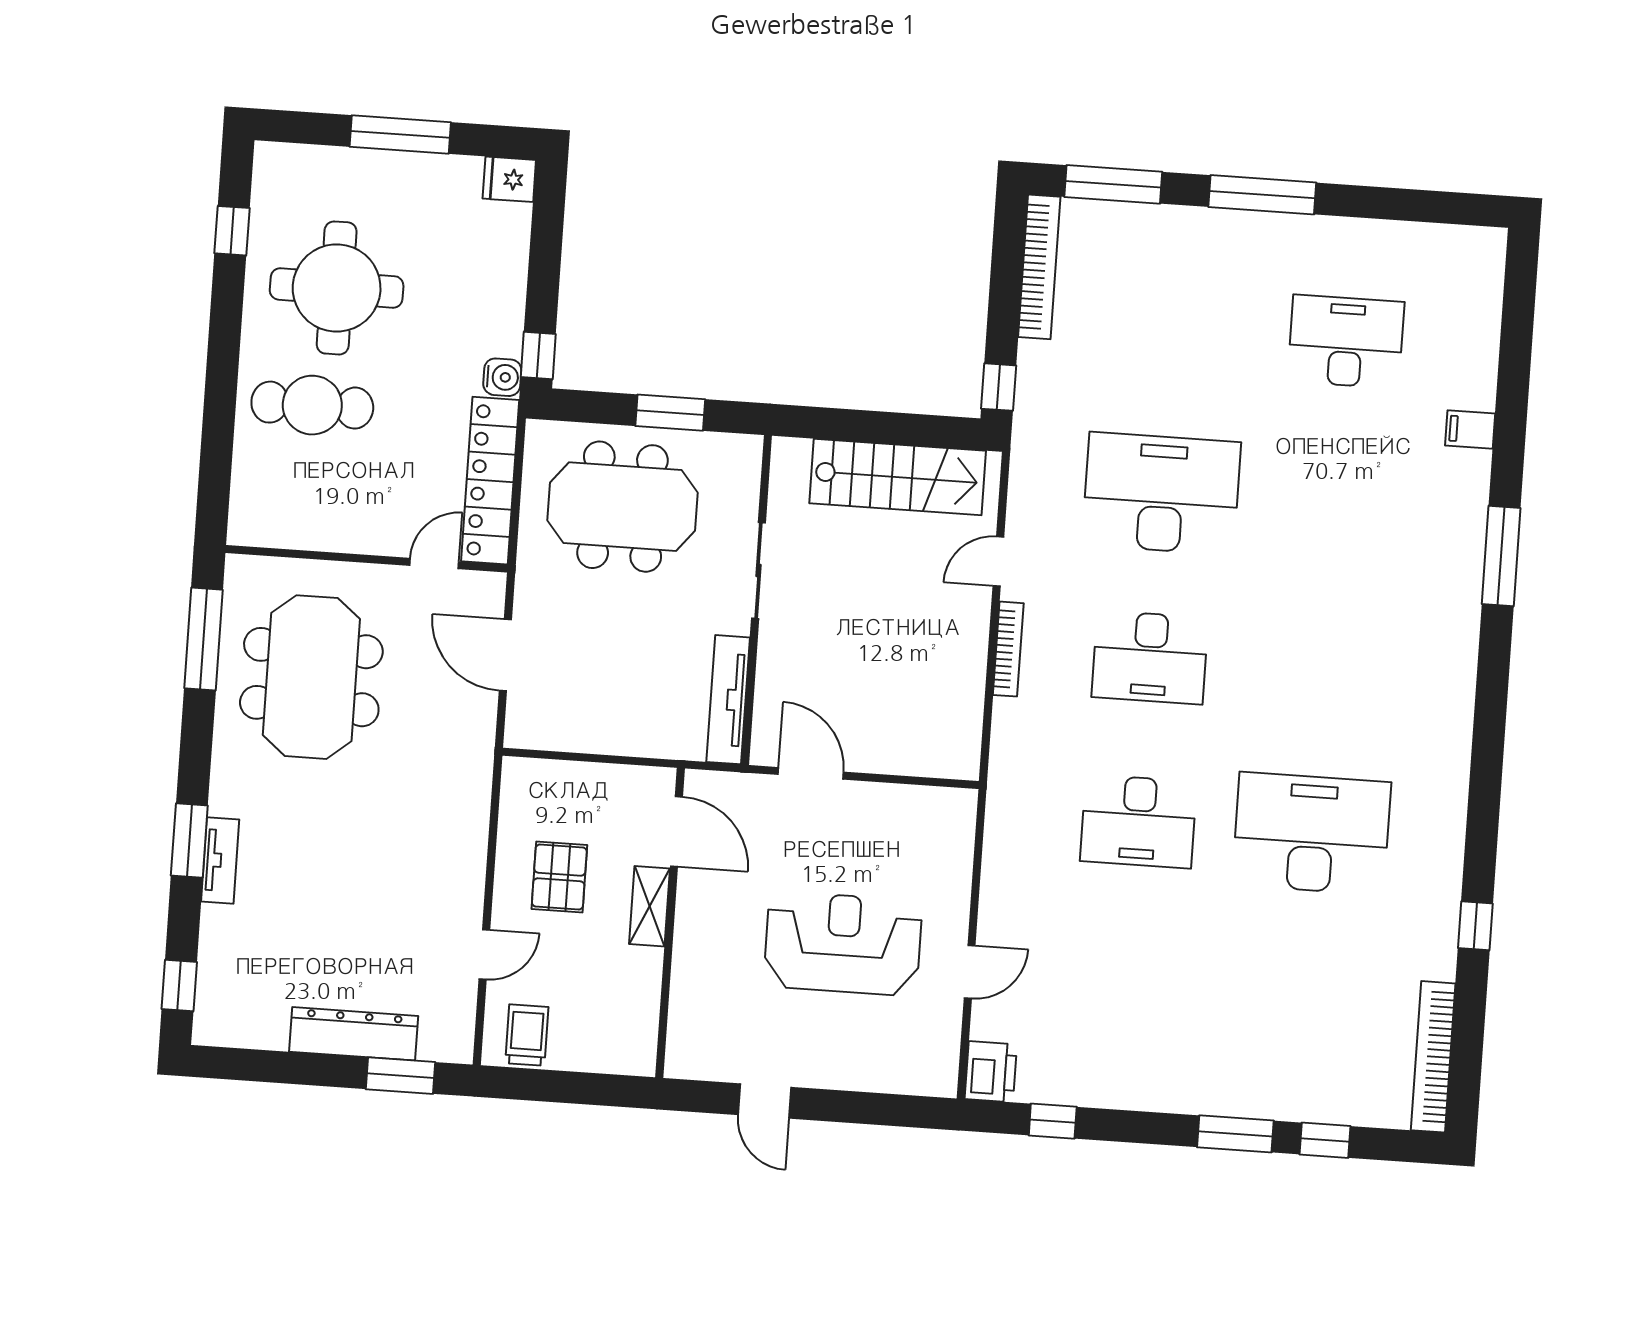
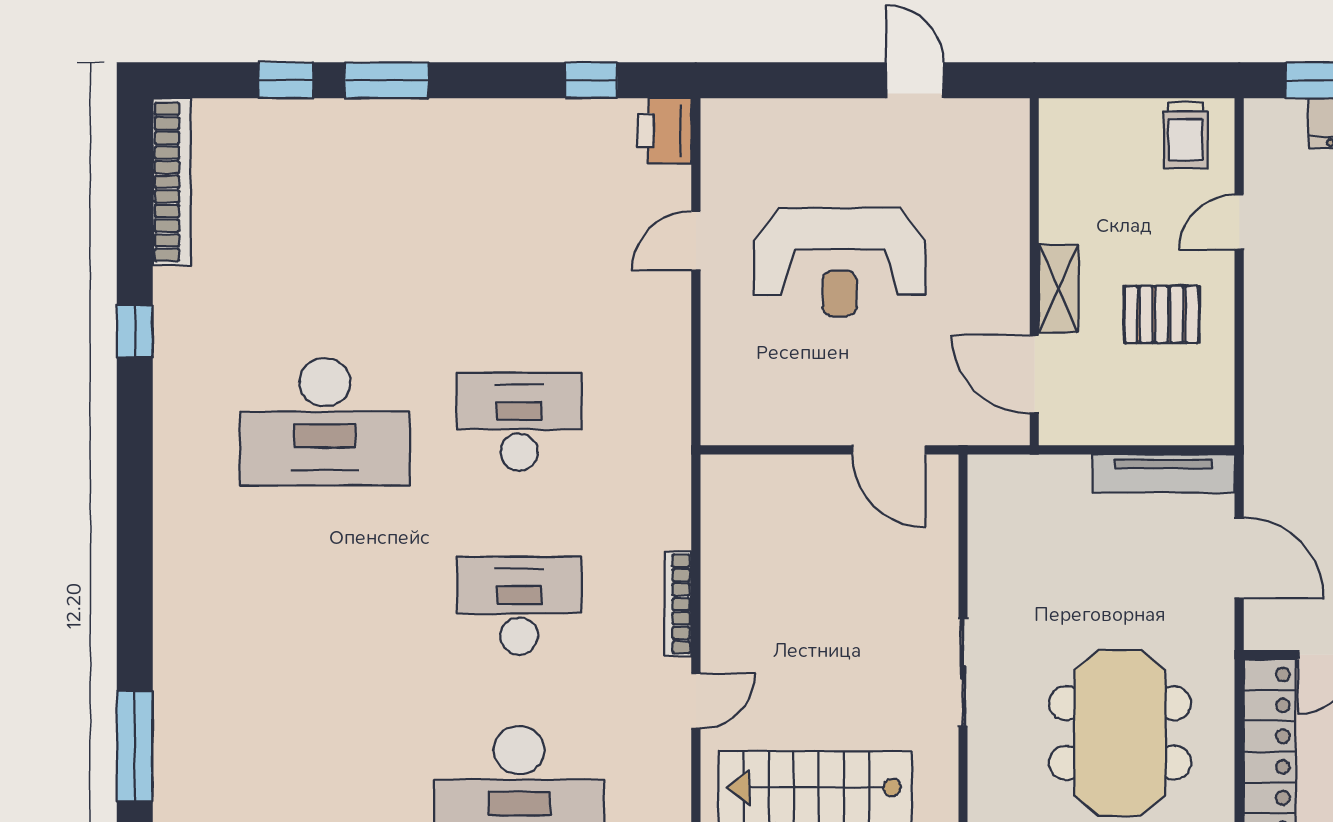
meeting table: (623, 507) -> (1120, 733), turned 90
tv unit: (728, 700) -> (1163, 474), moved, turned 90
pallet: (559, 877) -> (1162, 314), turned 90

